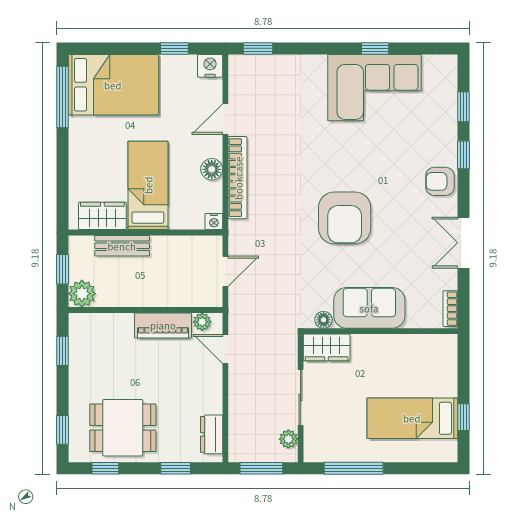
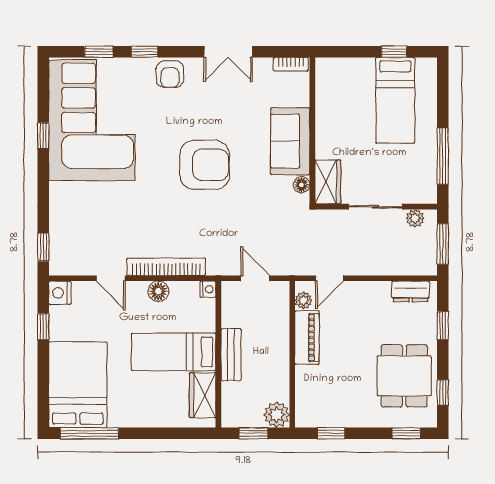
corner sofa: (374, 88) -> (92, 120), width x1.36, depth x1.36
bench: (122, 246) -> (231, 355), moved

